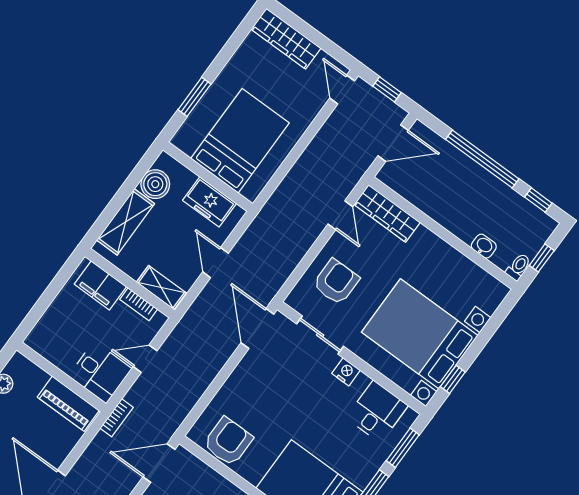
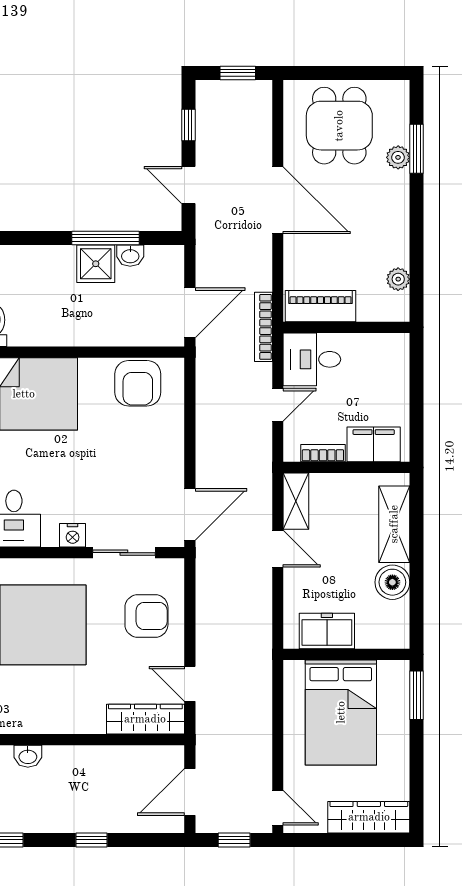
bed: (240, 141) -> (341, 712), moved
window: (482, 159) -> (91, 840), width x0.32
wall: (208, 177) -> (346, 654), moved
freezer: (209, 202) -> (327, 631), moved
armchair: (336, 282) -> (146, 616), turned -90
shelving: (161, 288) -> (296, 501), moved, turned 90
door: (257, 328) -> (190, 514), hinge flipped
bookcase: (117, 418) -> (263, 327), width x1.56

